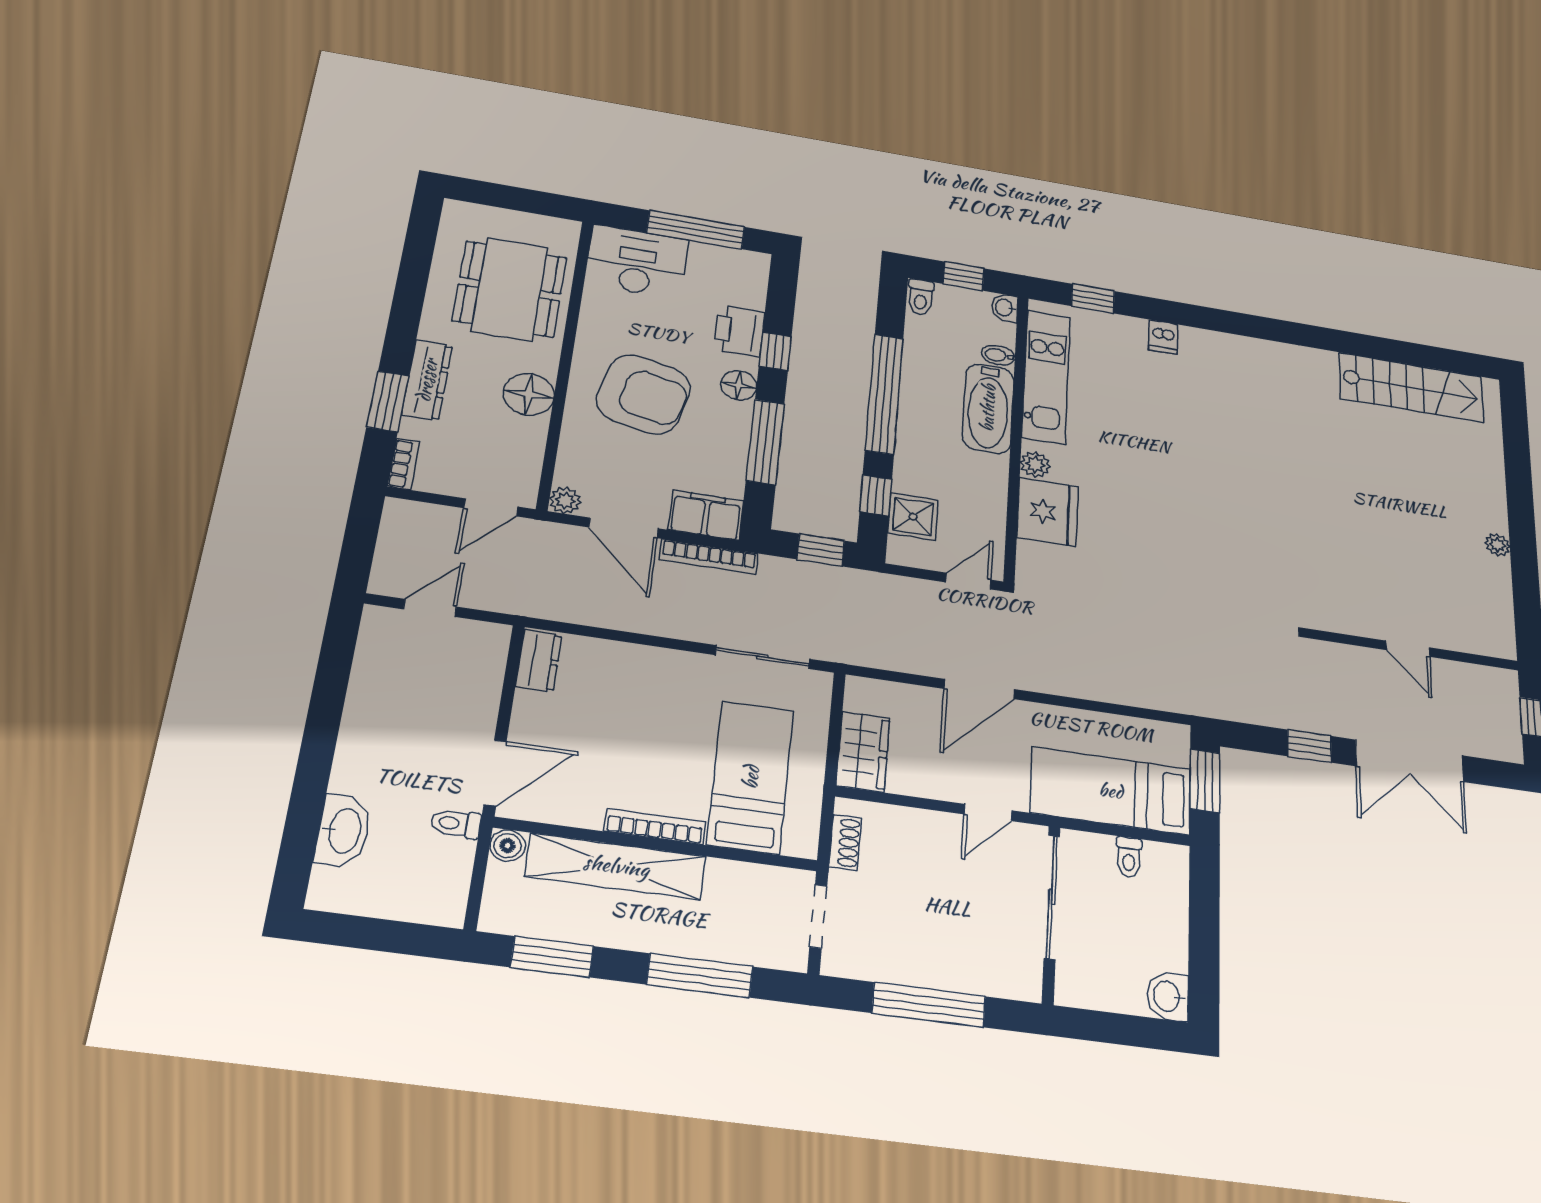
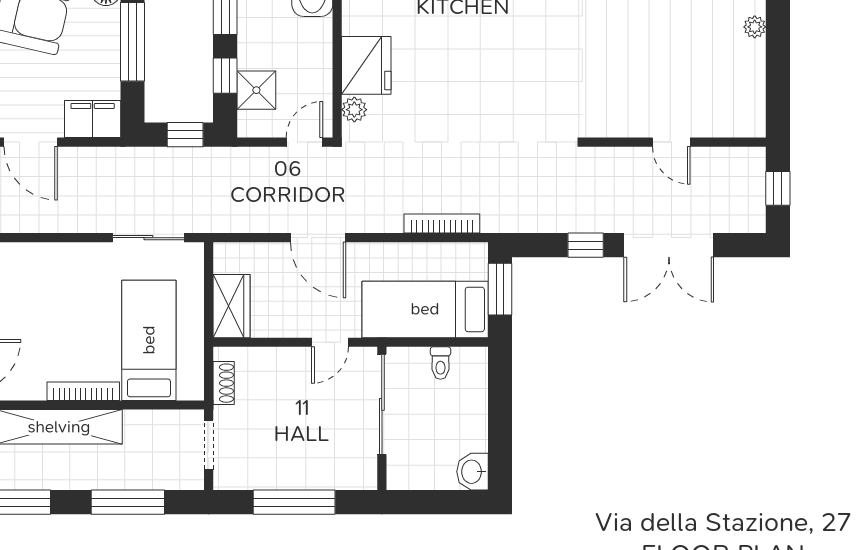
plant: (1035, 464) -> (354, 110), moved
bookcase: (709, 557) -> (442, 224), moved, turned 180
door: (979, 689) -> (318, 238), hinge flipped

